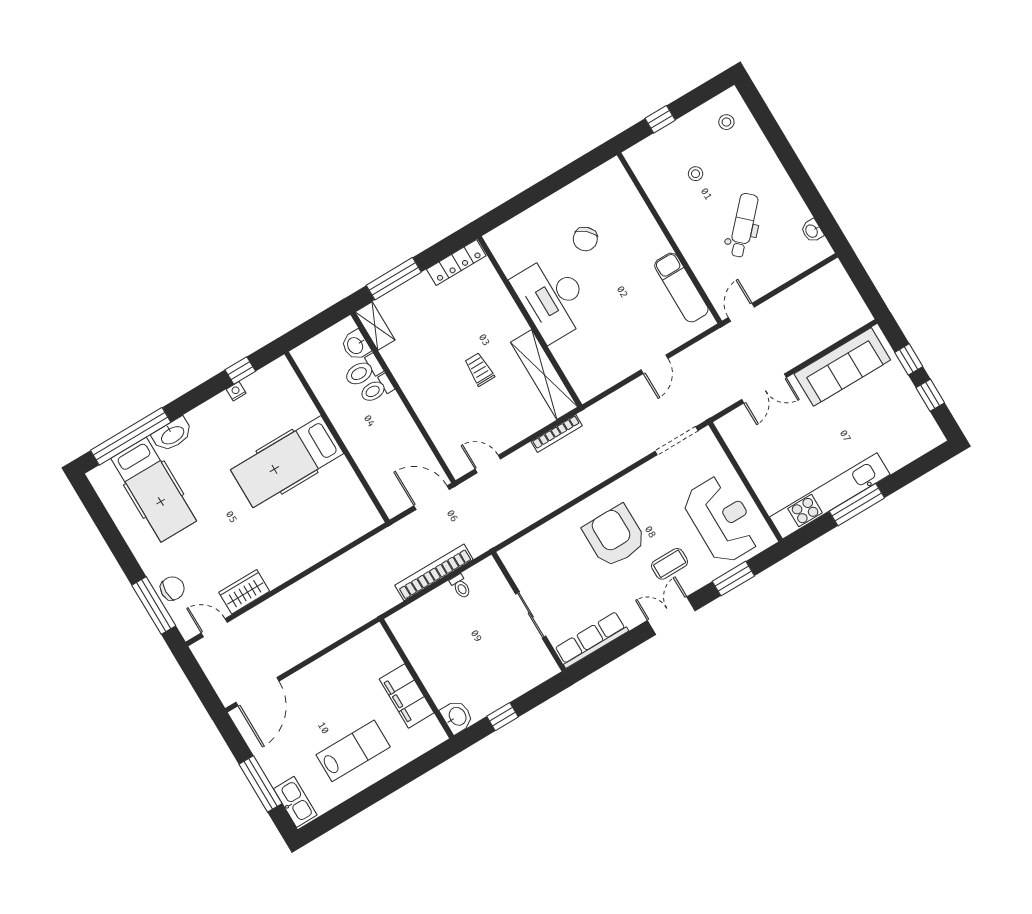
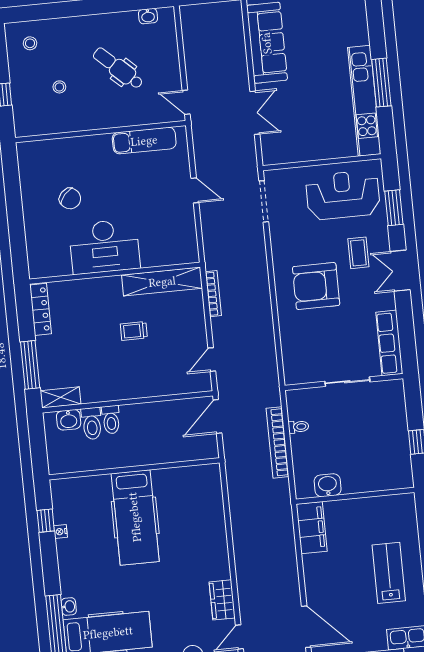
washbasin: (172, 435) -> (69, 606), width x0.52, depth x0.69
filing cabinet: (407, 696) -> (312, 528), moved, turned -90
washbasin: (457, 717) -> (328, 485), moved

